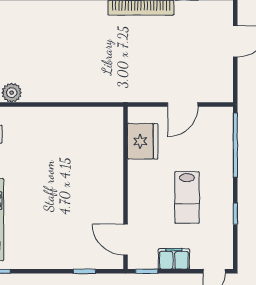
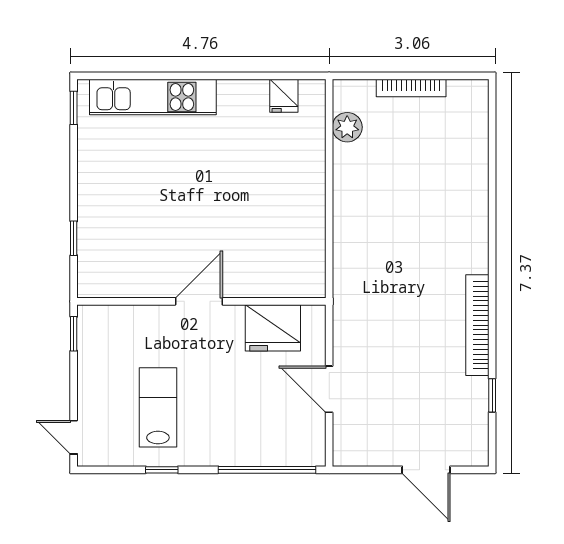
lab bench: (187, 197) -> (158, 407), moved, turned 90
door: (125, 240) -> (199, 301), moved
filing cabinet: (174, 259) -> (93, 376), removed

